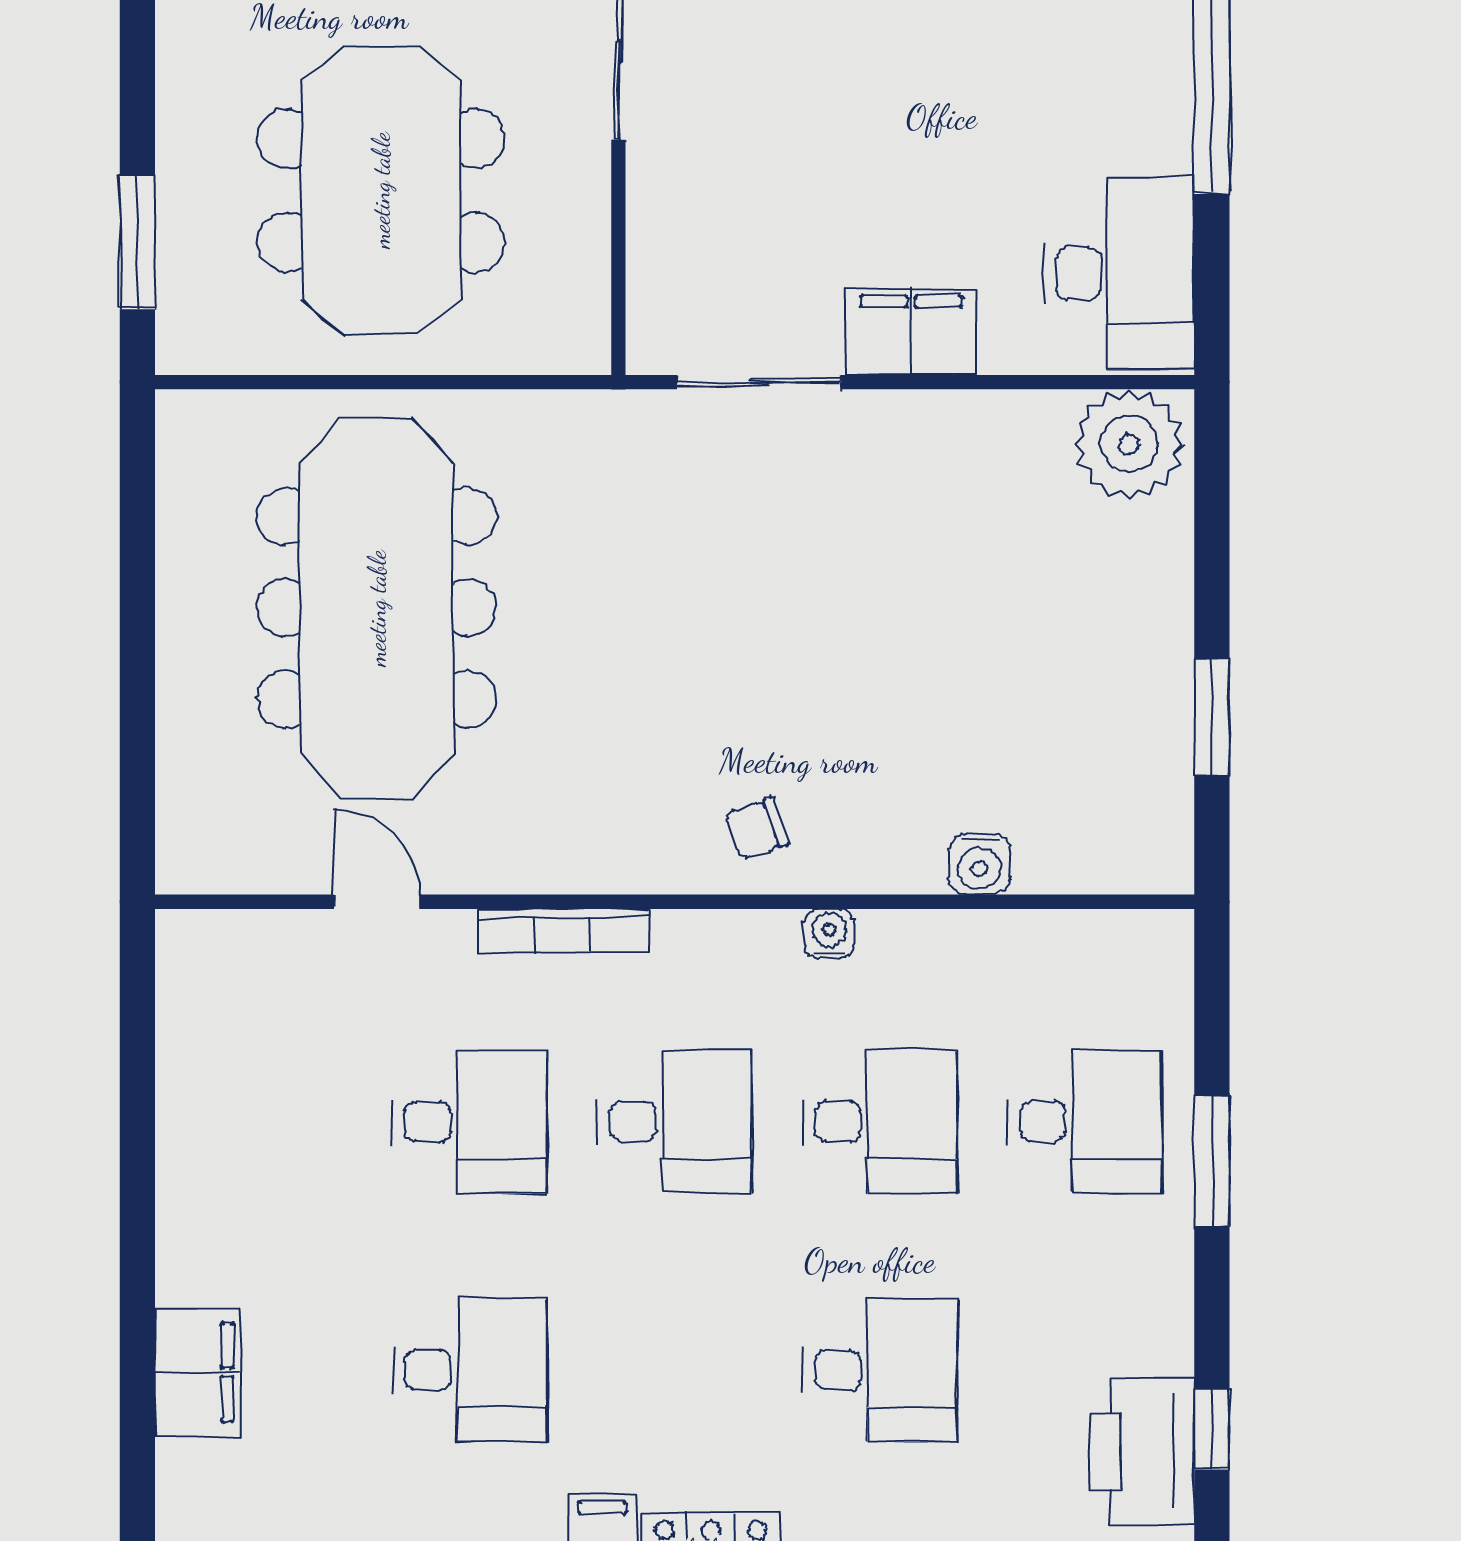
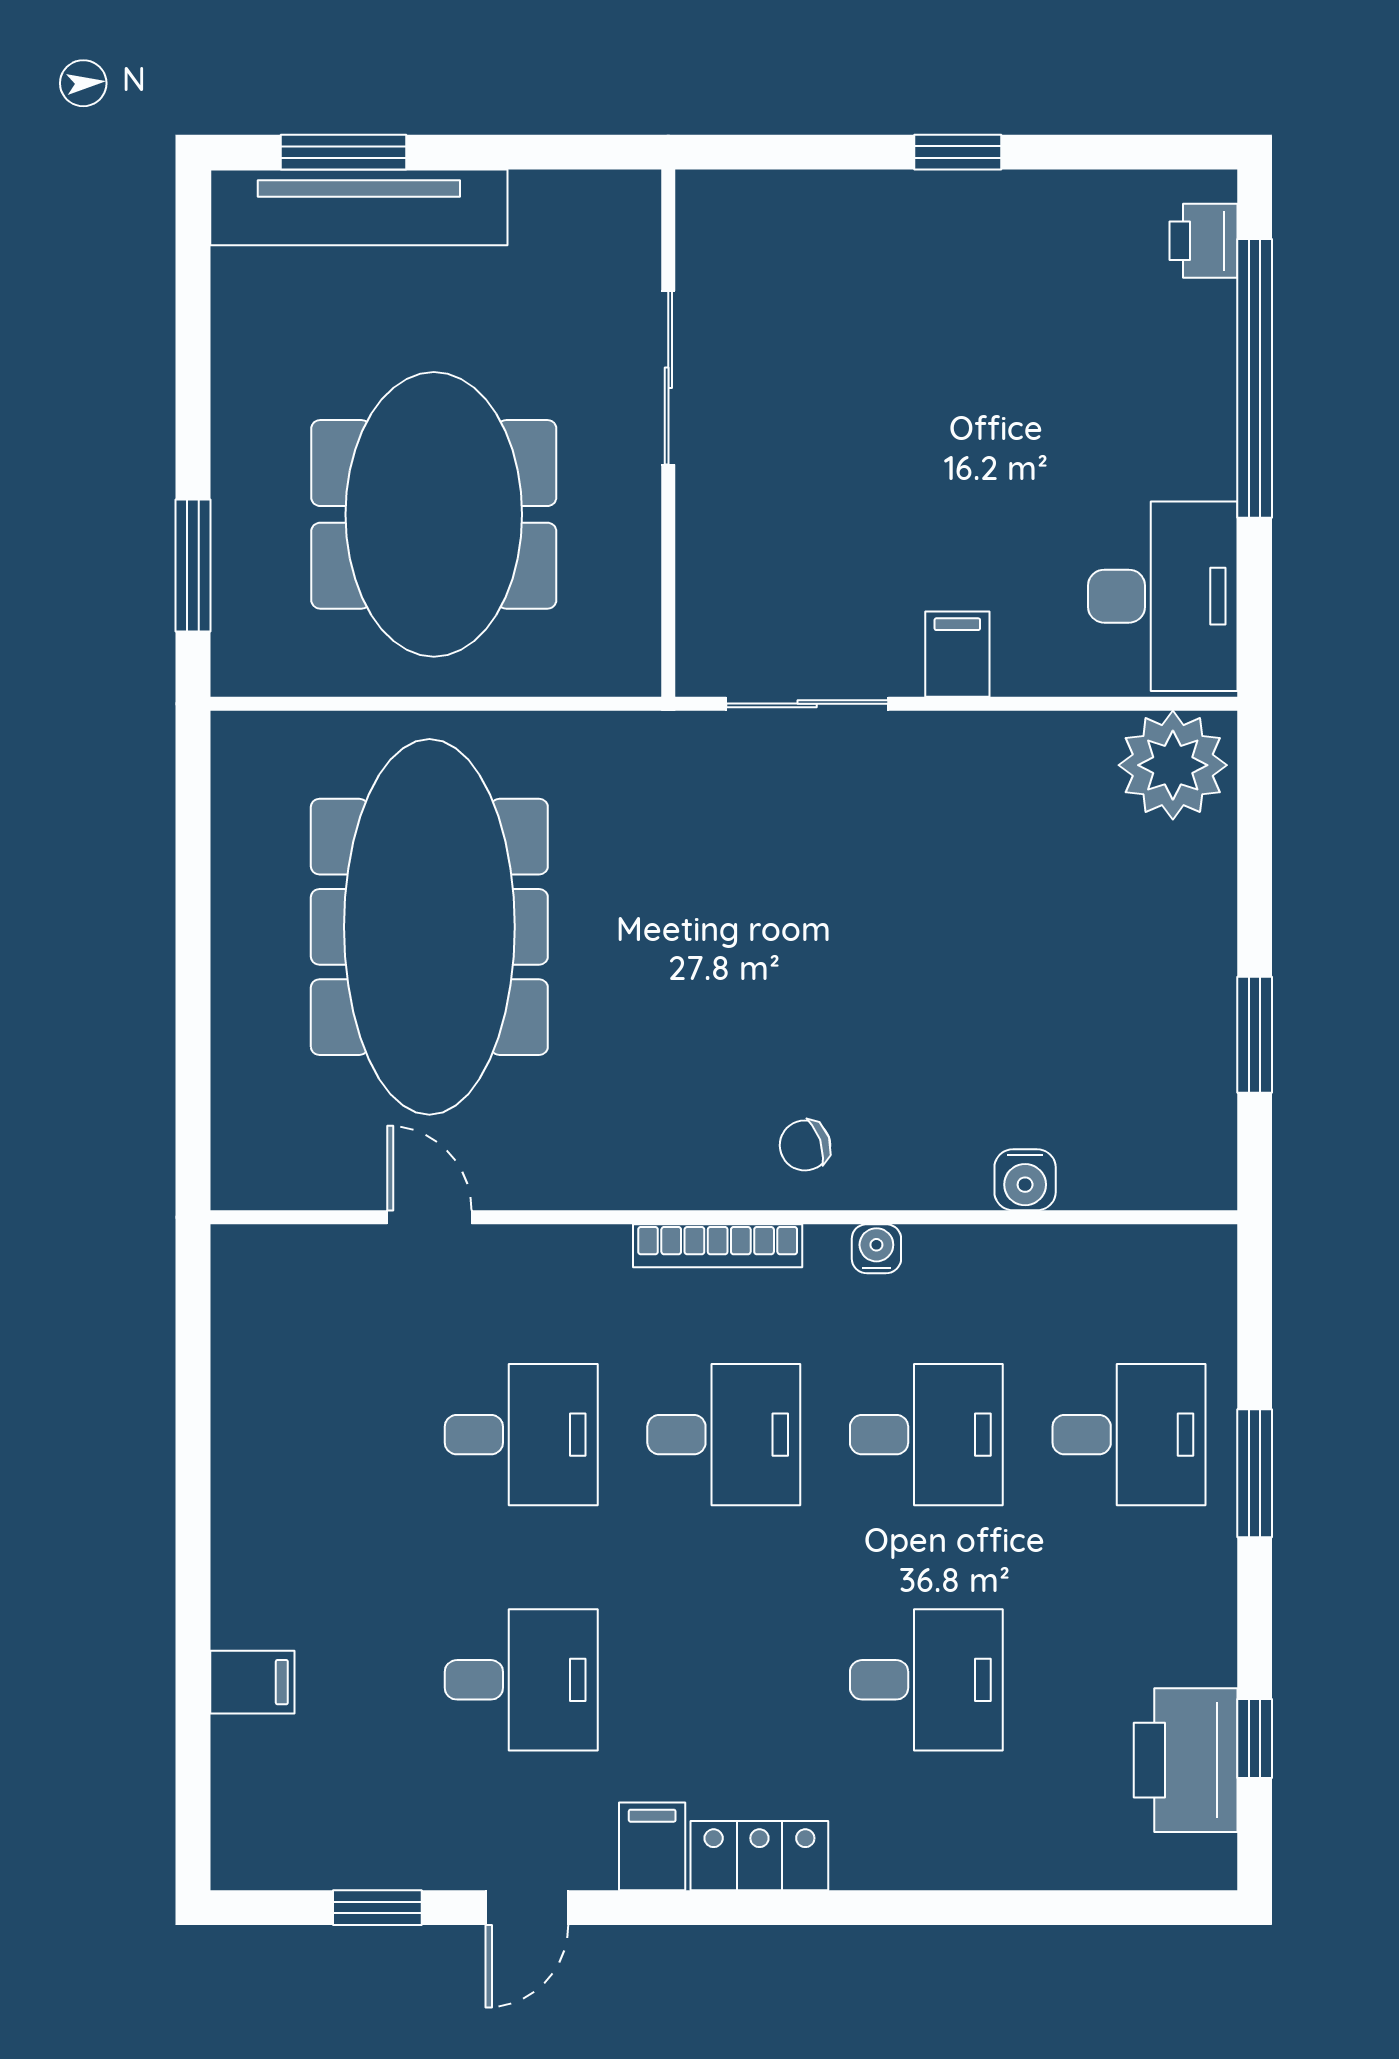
filing cabinet: (911, 332) -> (957, 654), width x0.50
bookcase: (562, 931) -> (718, 1246), moved
filing cabinet: (197, 1372) -> (252, 1682), width x0.50

